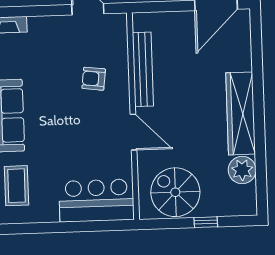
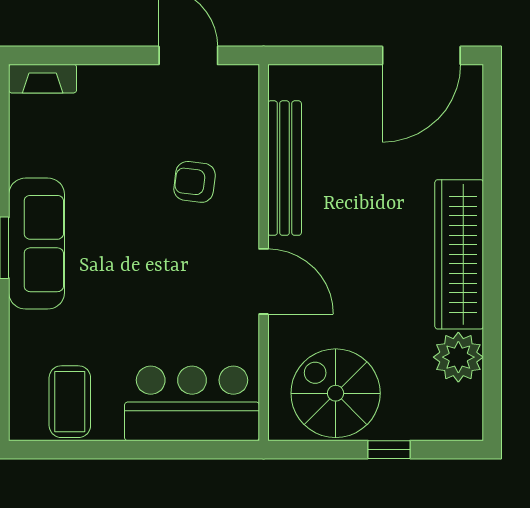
coffee table: (16, 186) -> (70, 402), moved

